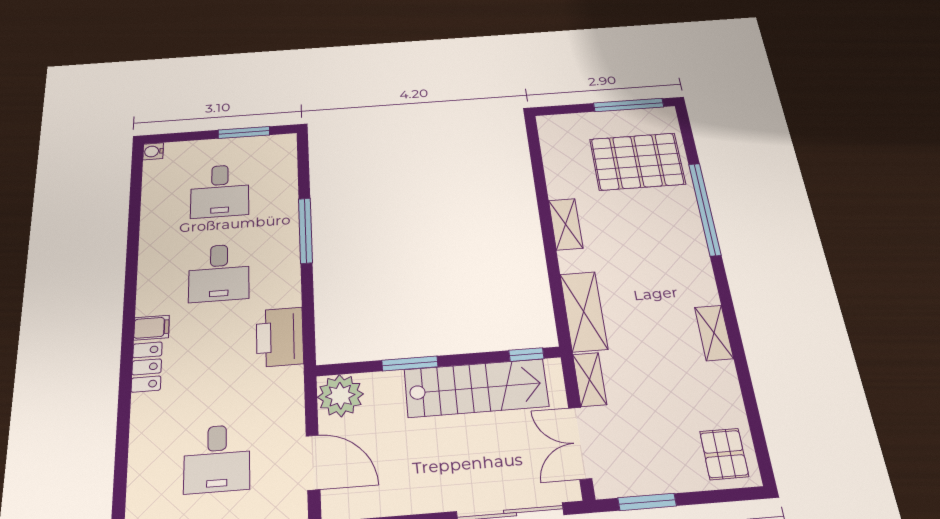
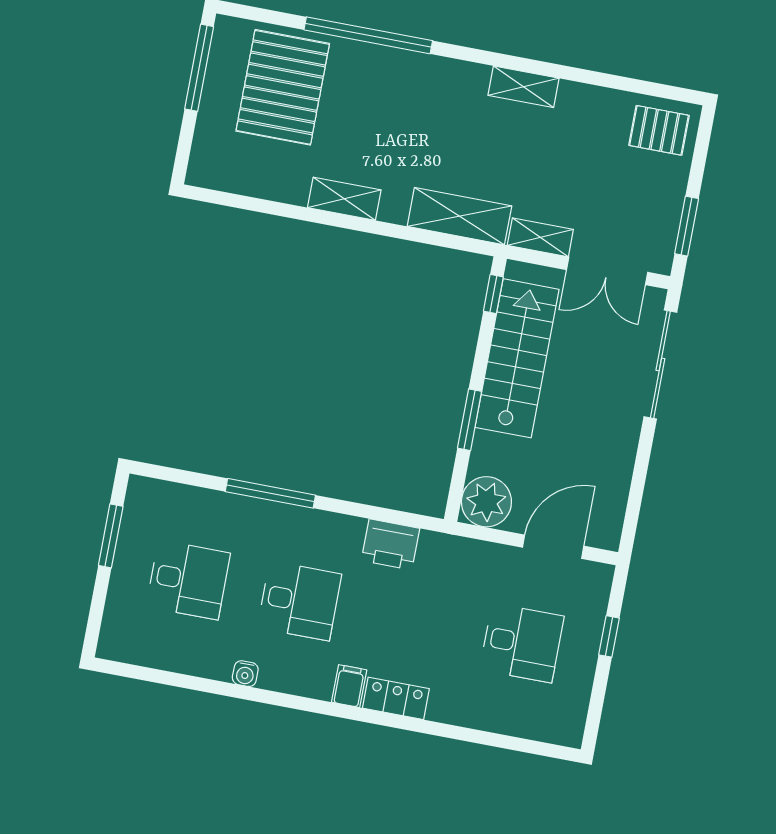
water cooler: (153, 151) -> (245, 674), moved
printer: (280, 337) -> (390, 544), width x0.73, depth x0.84

